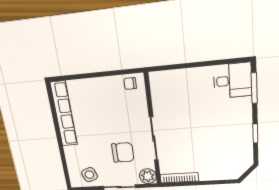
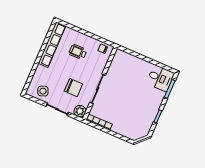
wheelchair: (101, 106) -> (78, 52), added

